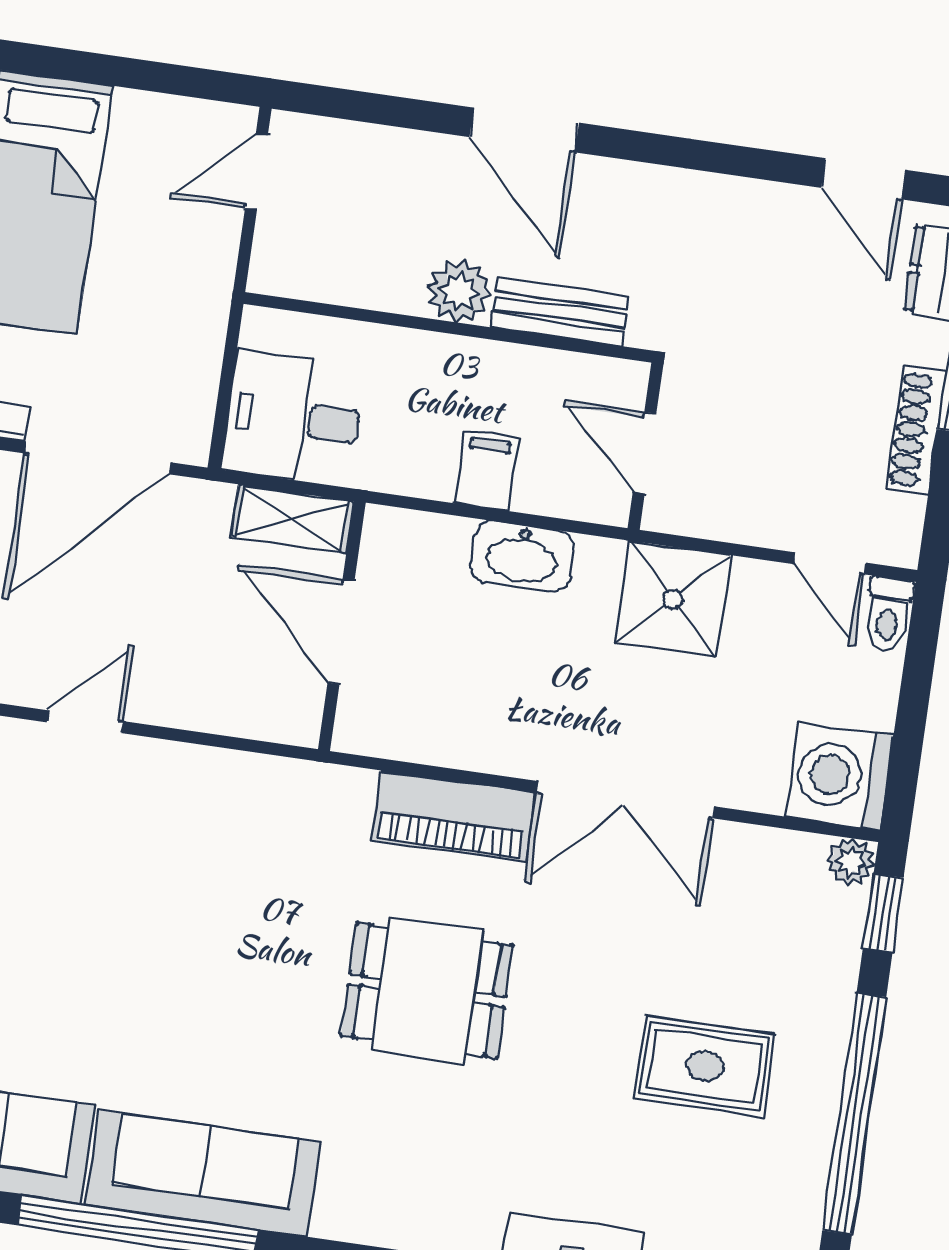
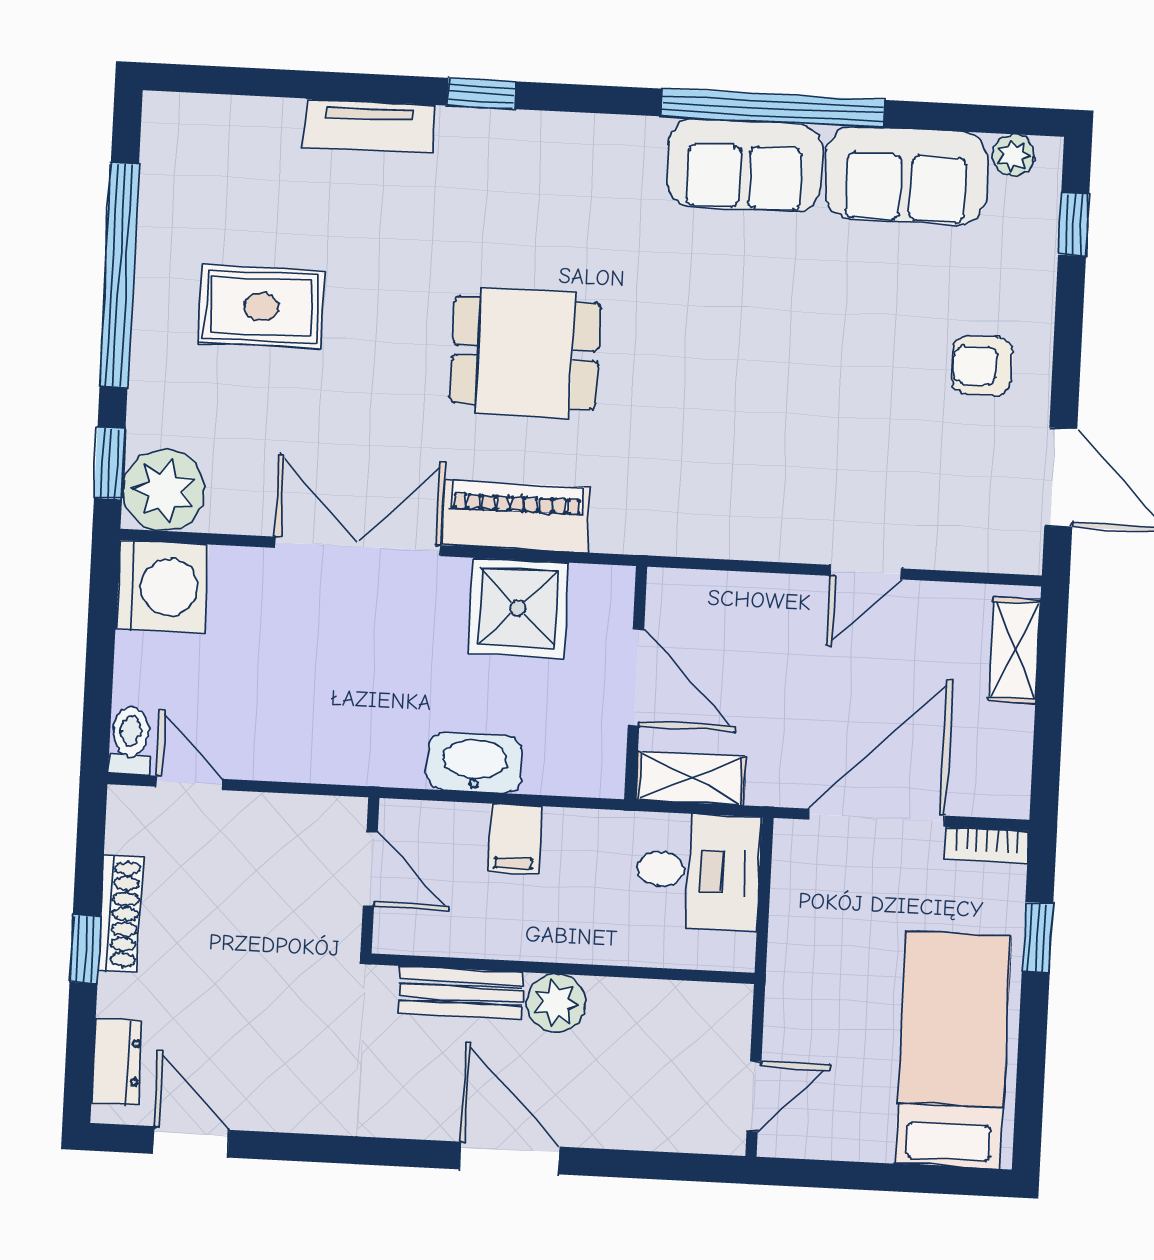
shower: (673, 599) -> (518, 608), moved
plant: (851, 862) -> (164, 490), width x1.87, depth x1.87
sofa: (203, 1174) -> (745, 165), width x0.73

